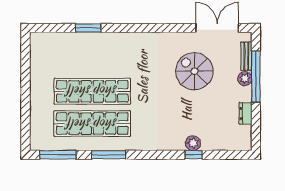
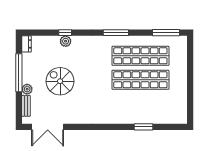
spiral stairs: (194, 71) -> (60, 81), moved, turned 180
window: (256, 77) -> (19, 73), moved
dresser: (246, 113) -> (27, 44), moved
window: (109, 155) -> (116, 33), moved

